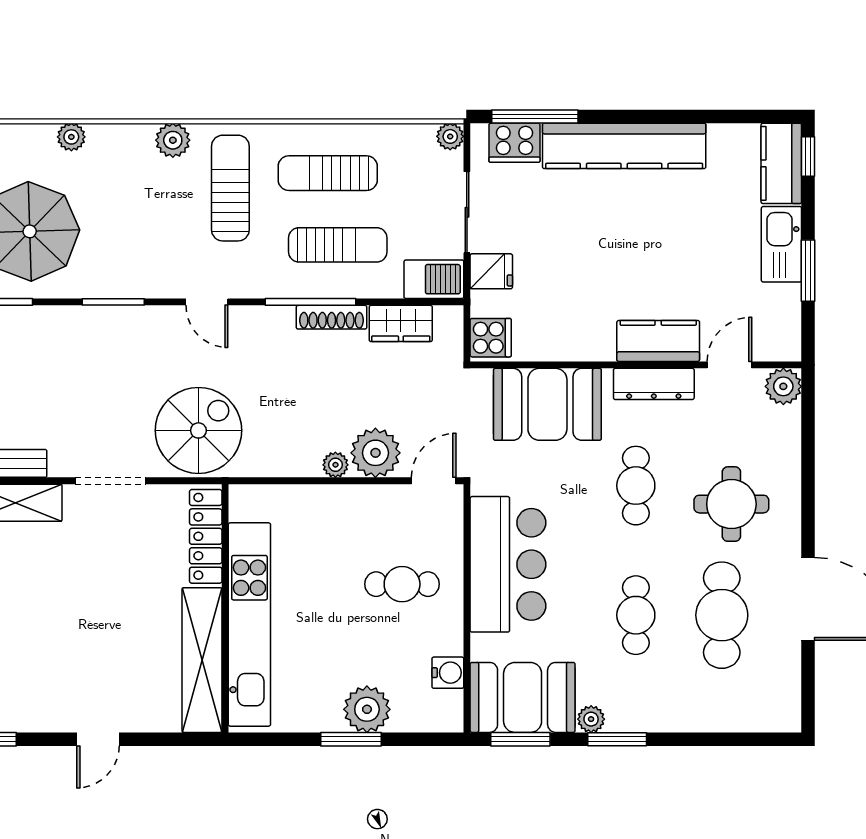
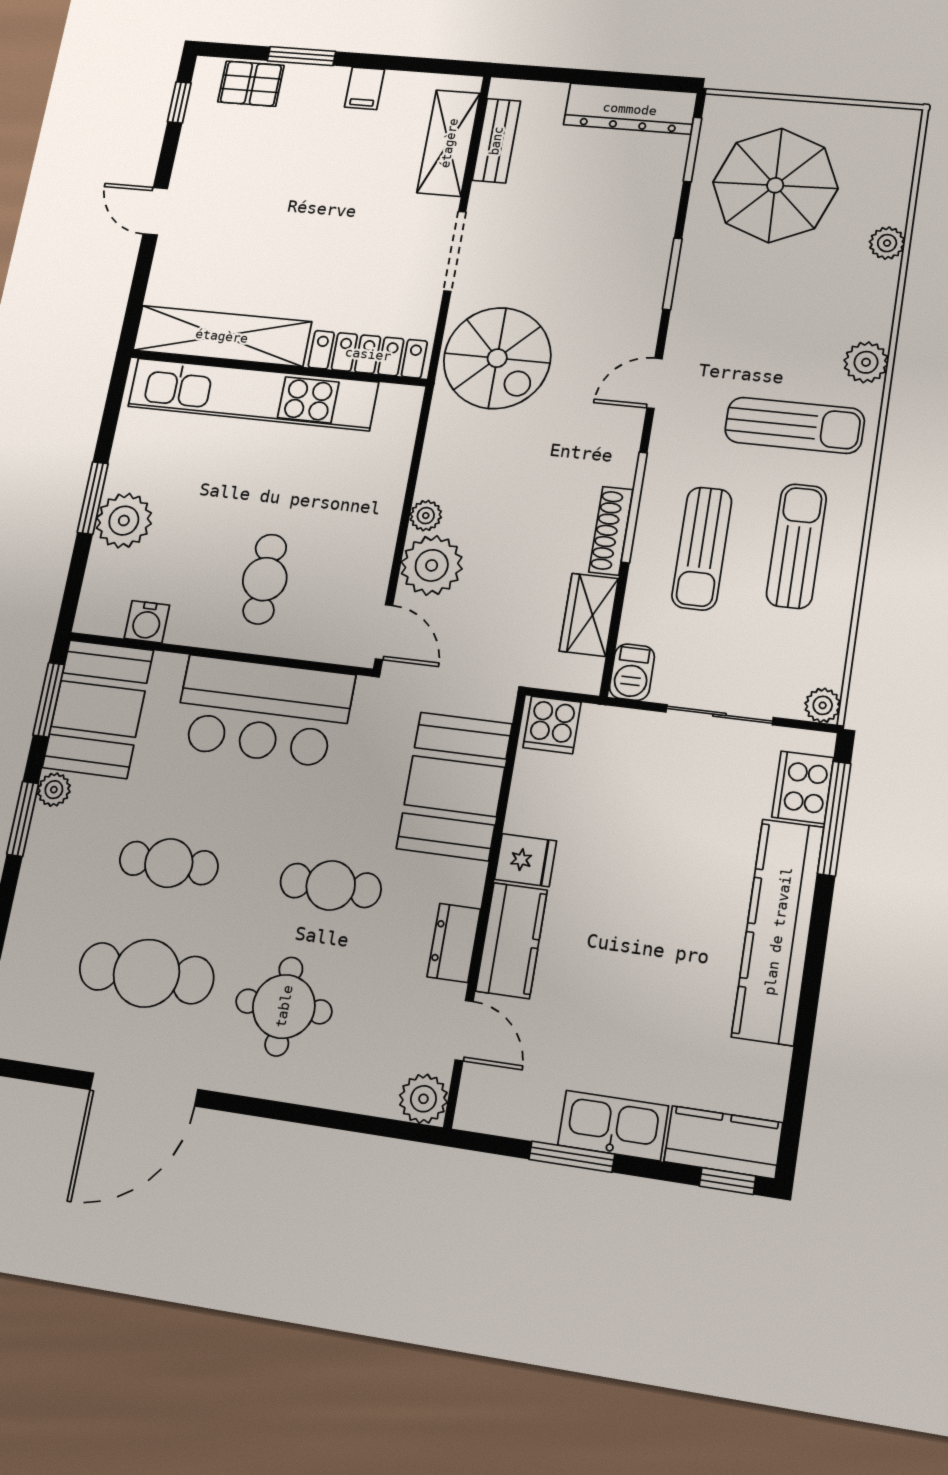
fridge: (491, 271) -> (526, 860), moved, turned -90
barbecue: (434, 279) -> (632, 672), width x0.73, depth x0.79
dresser: (654, 384) -> (454, 943), width x0.70

